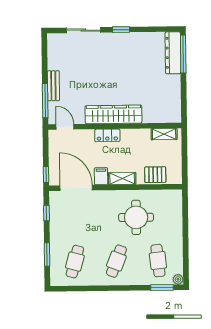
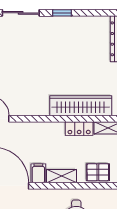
wardrobe: (113, 114) -> (81, 106), moved
locker: (107, 135) -> (79, 129), moved

